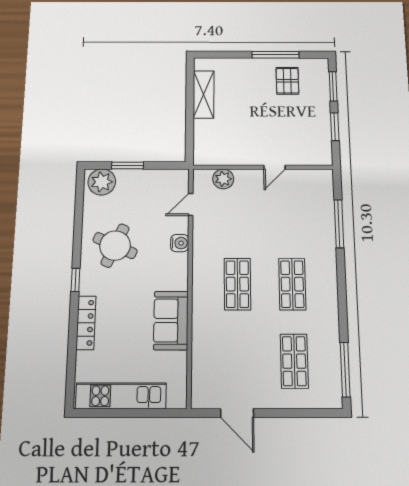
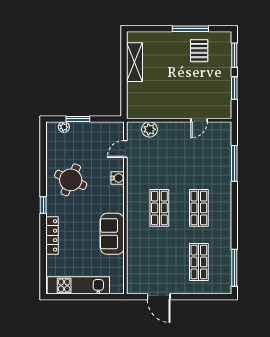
door: (275, 167) -> (199, 120), moved
plant: (102, 182) -> (64, 127), width x0.53, depth x0.53

